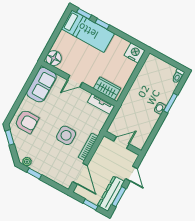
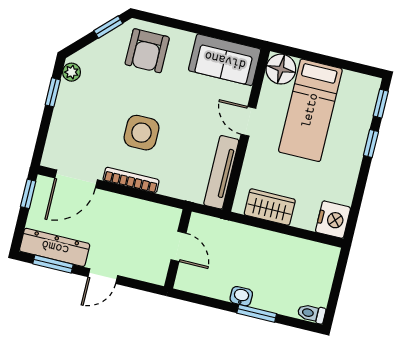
bed: (88, 31) -> (310, 110), moved
wardrobe: (107, 88) -> (270, 207), moved, turned -90
tv unit: (101, 104) -> (221, 172), width x1.41
door: (121, 143) -> (178, 246), moved
wall: (123, 143) -> (178, 249), moved
window: (91, 205) -> (28, 194), moved

